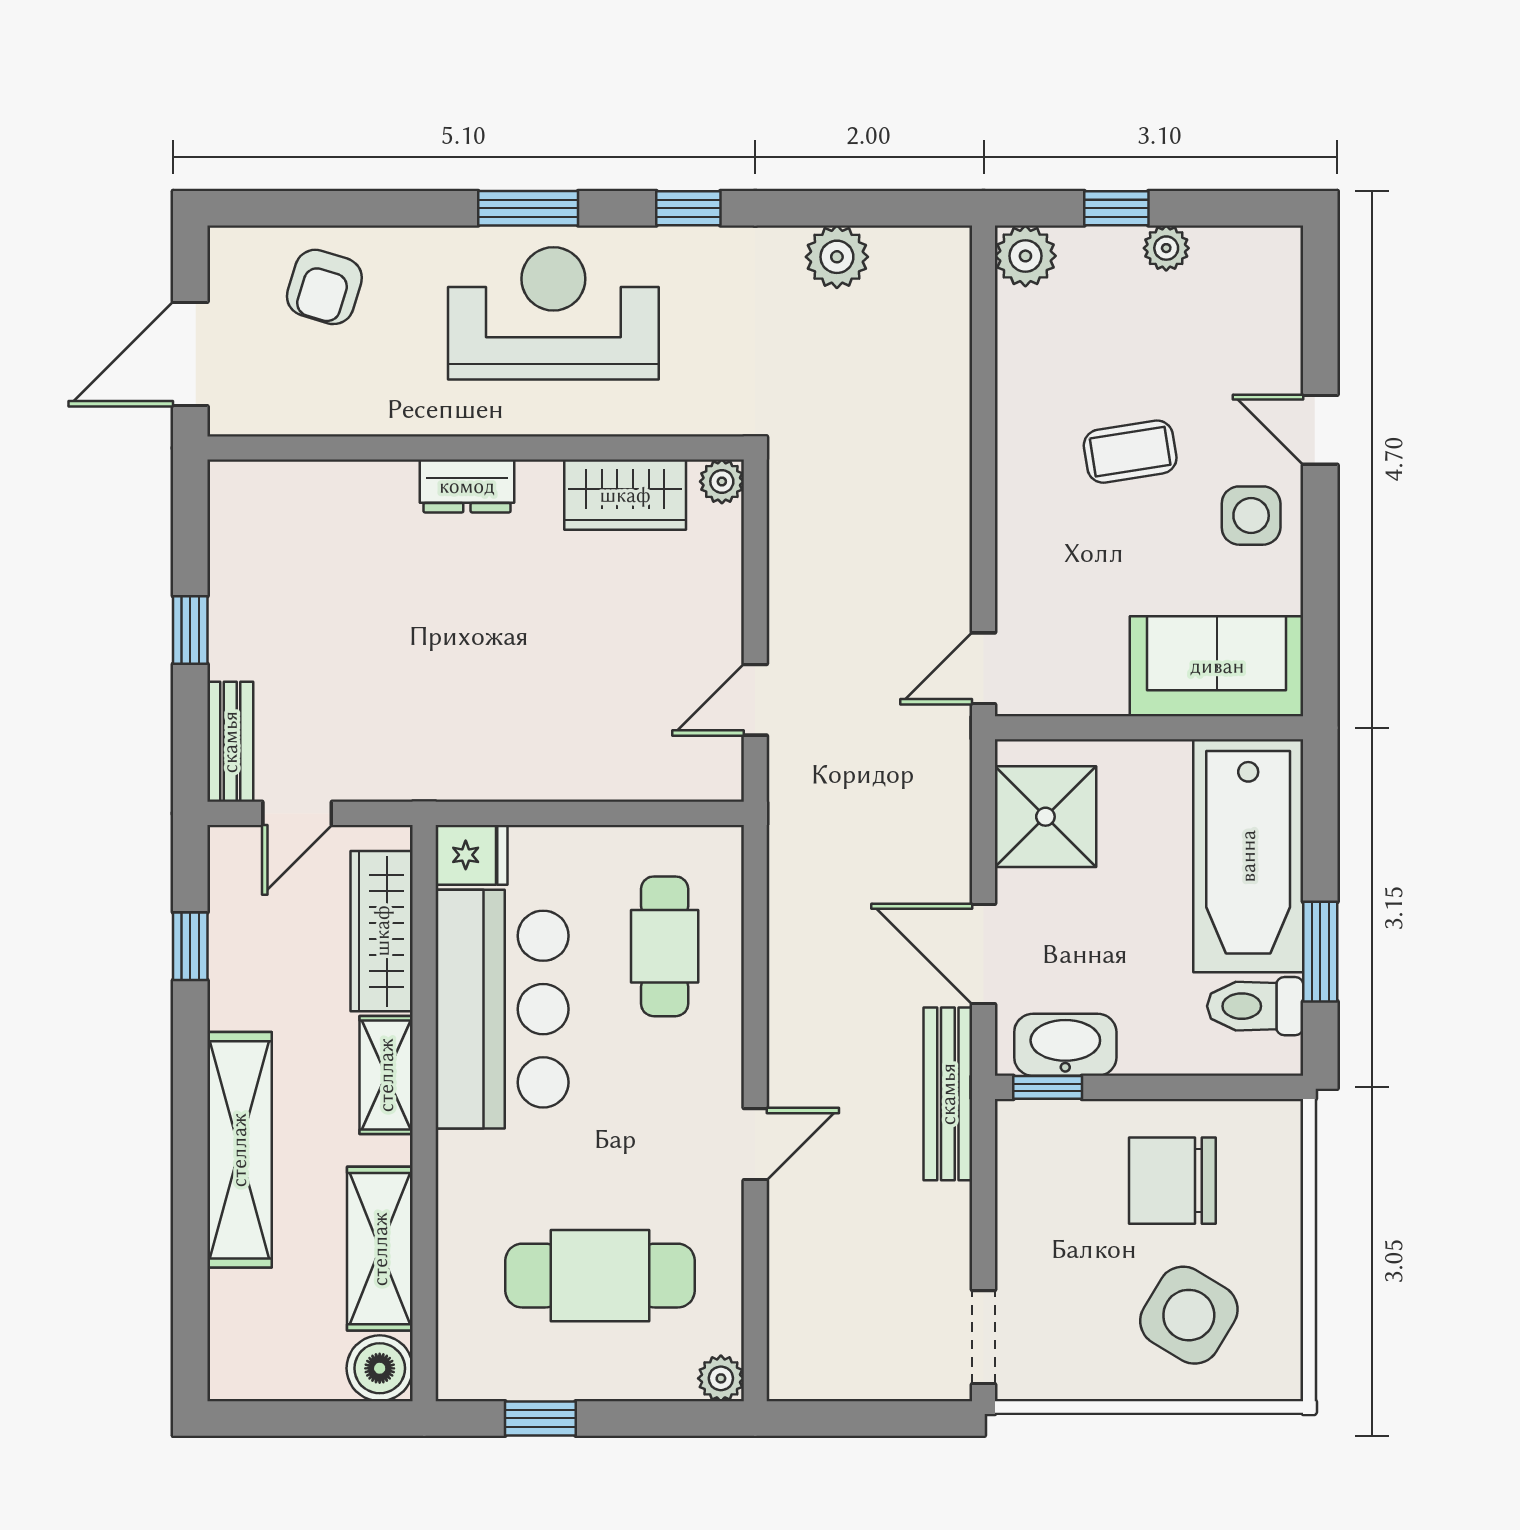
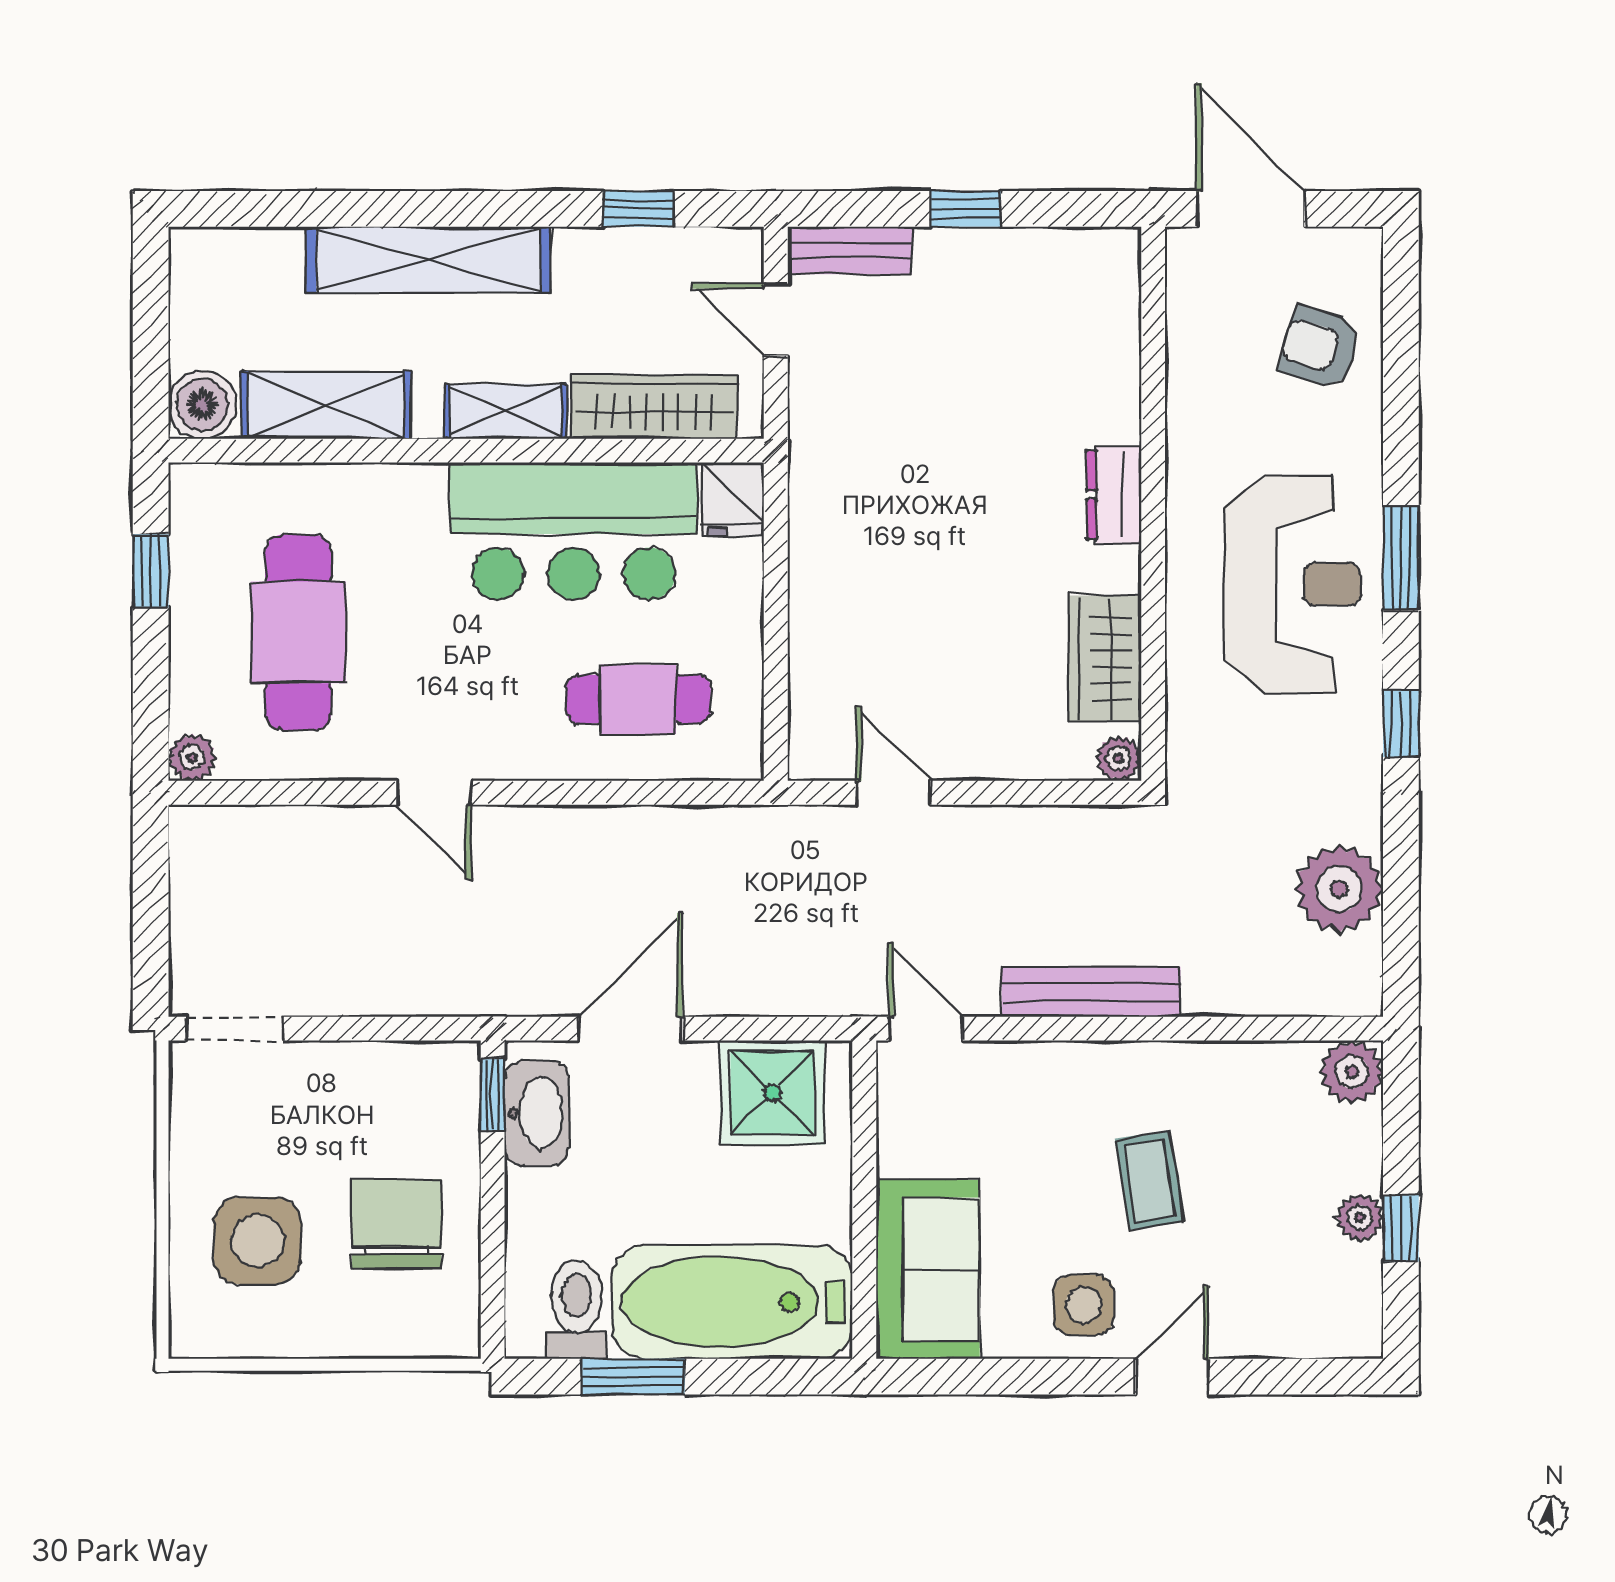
window: (1116, 208) -> (1401, 1228), moved
plant: (837, 257) -> (1339, 889), width x1.36, depth x1.36
bench: (948, 1094) -> (1091, 992), moved
side table: (1189, 1315) -> (257, 1241), turned -31

